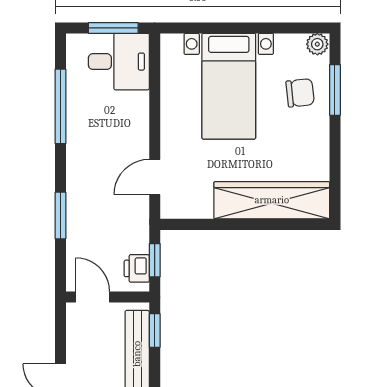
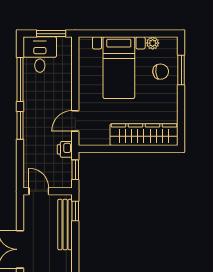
plant: (317, 44) -> (153, 43), moved
desk: (119, 62) -> (40, 55), moved, turned -90
window: (60, 216) -> (20, 125), moved
printer: (137, 268) -> (65, 149), moved

